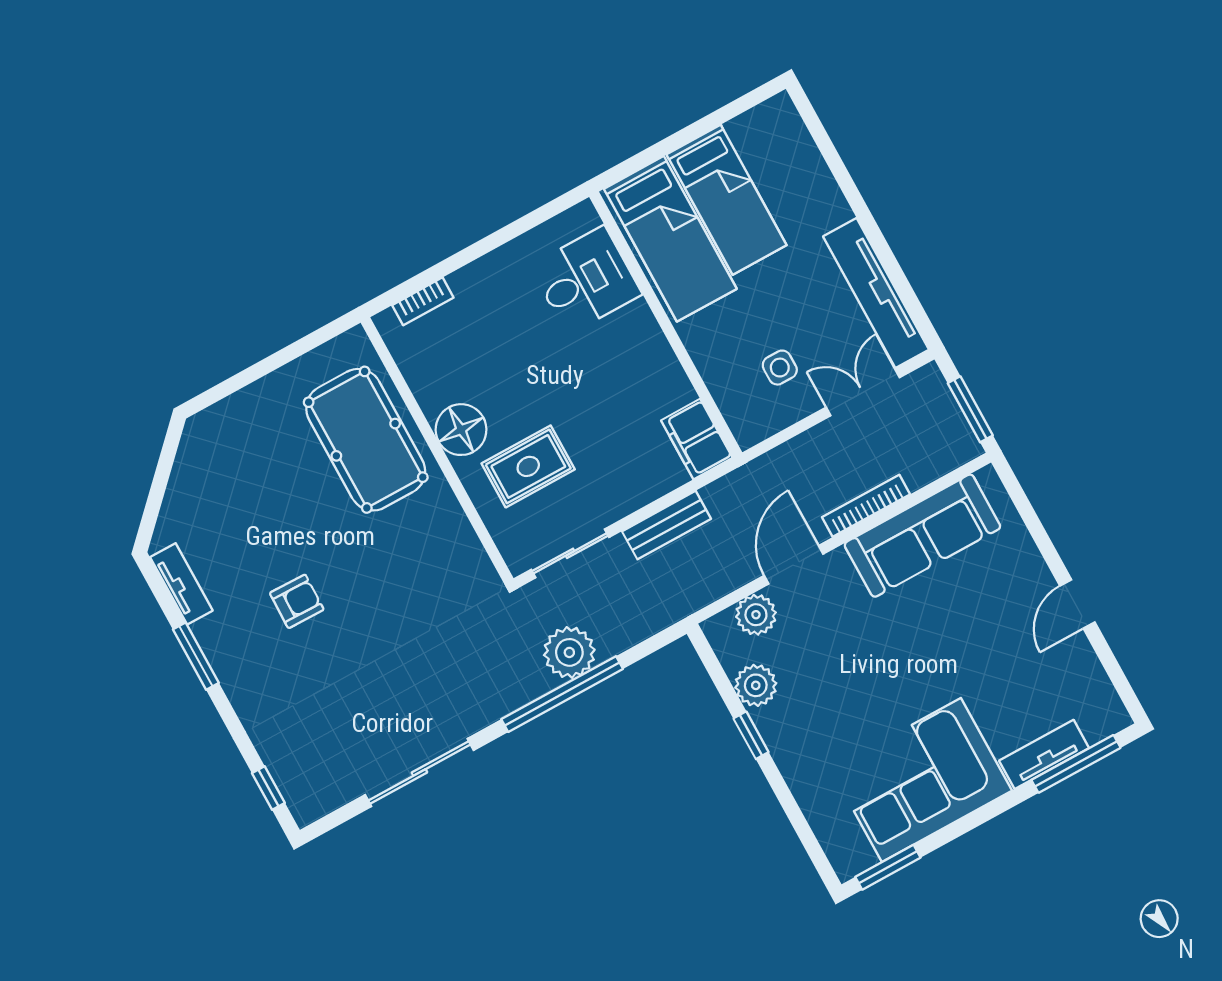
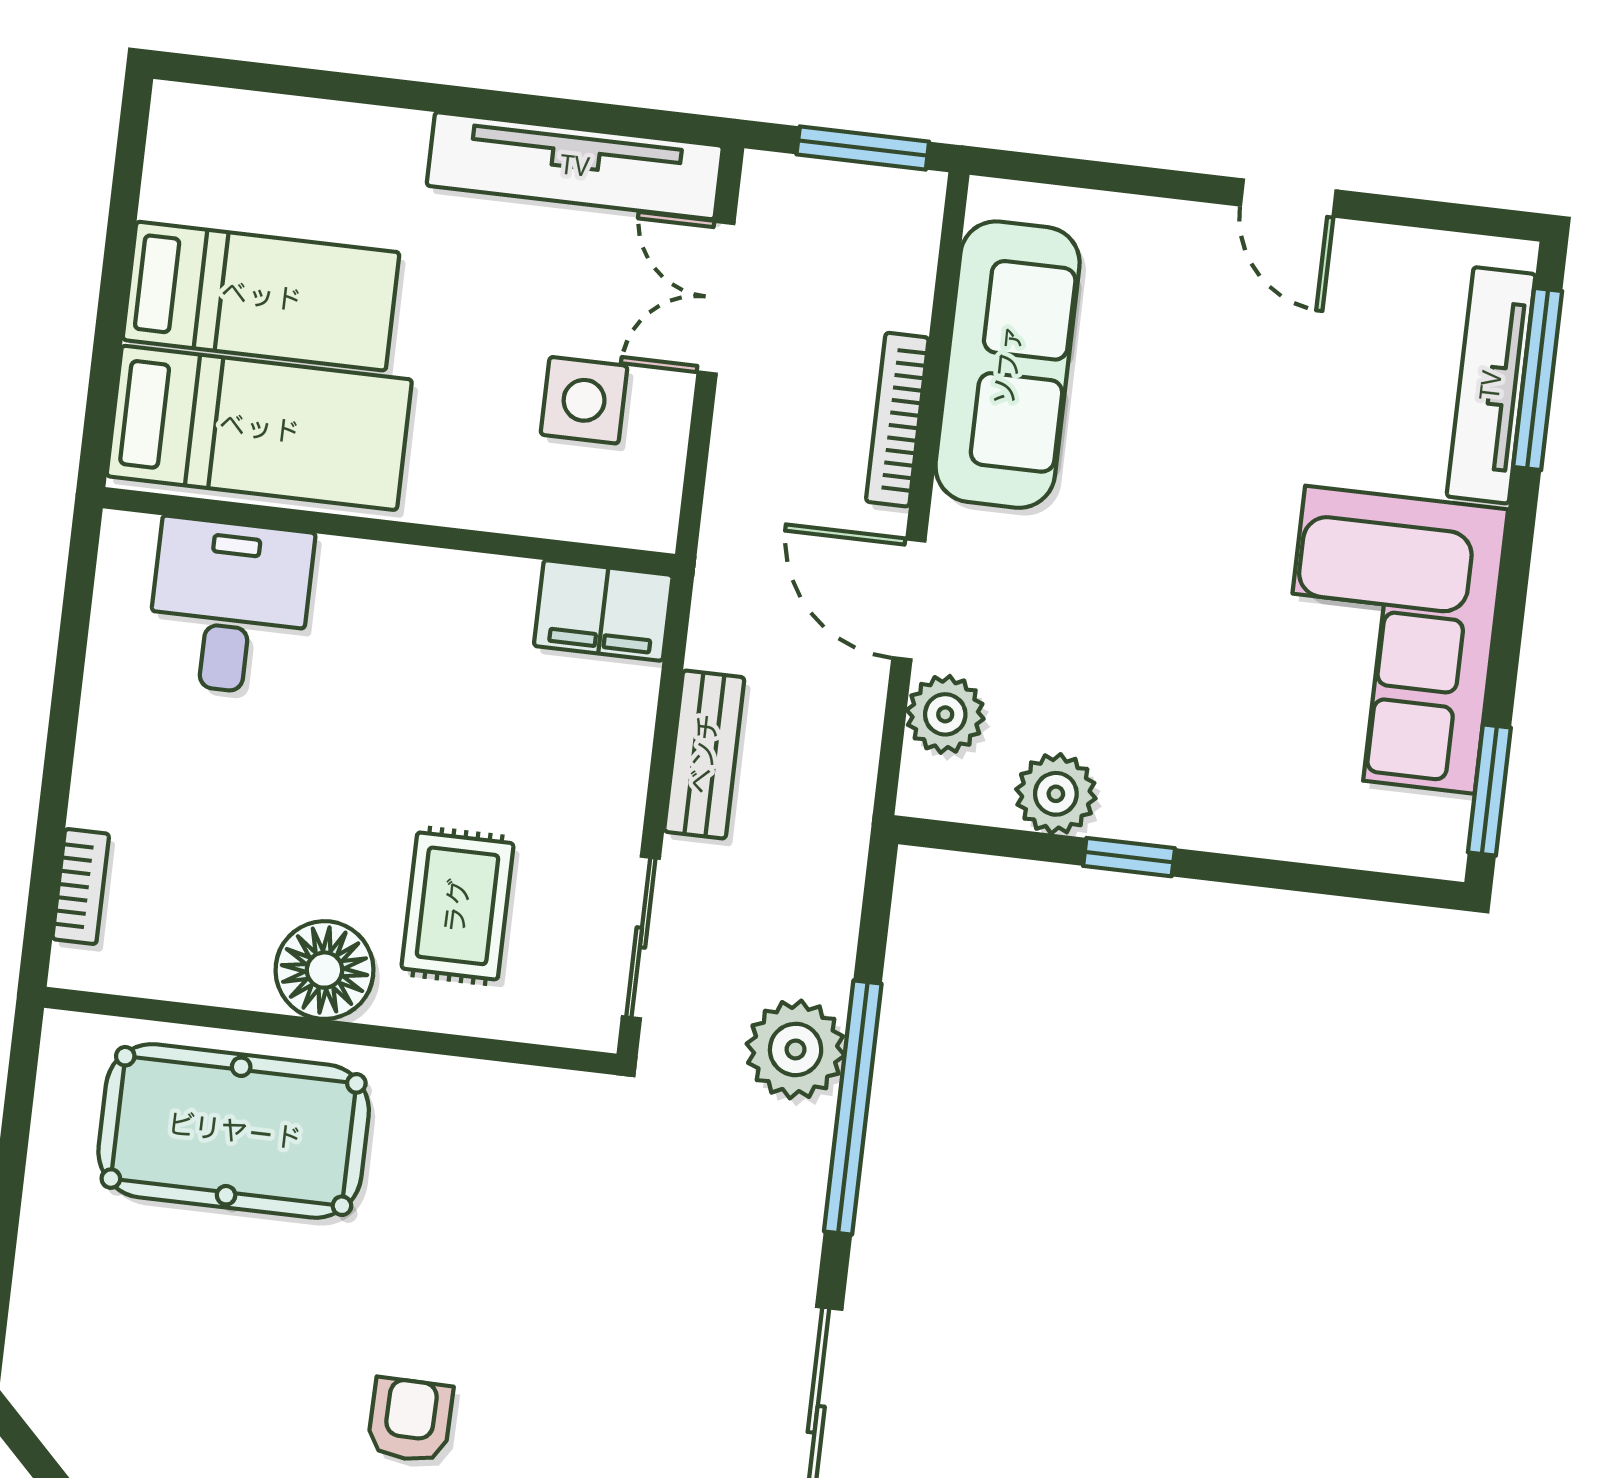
side table: (780, 368) -> (584, 400), width x1.37, depth x1.37
tv unit: (1044, 754) -> (1491, 385), width x1.41

